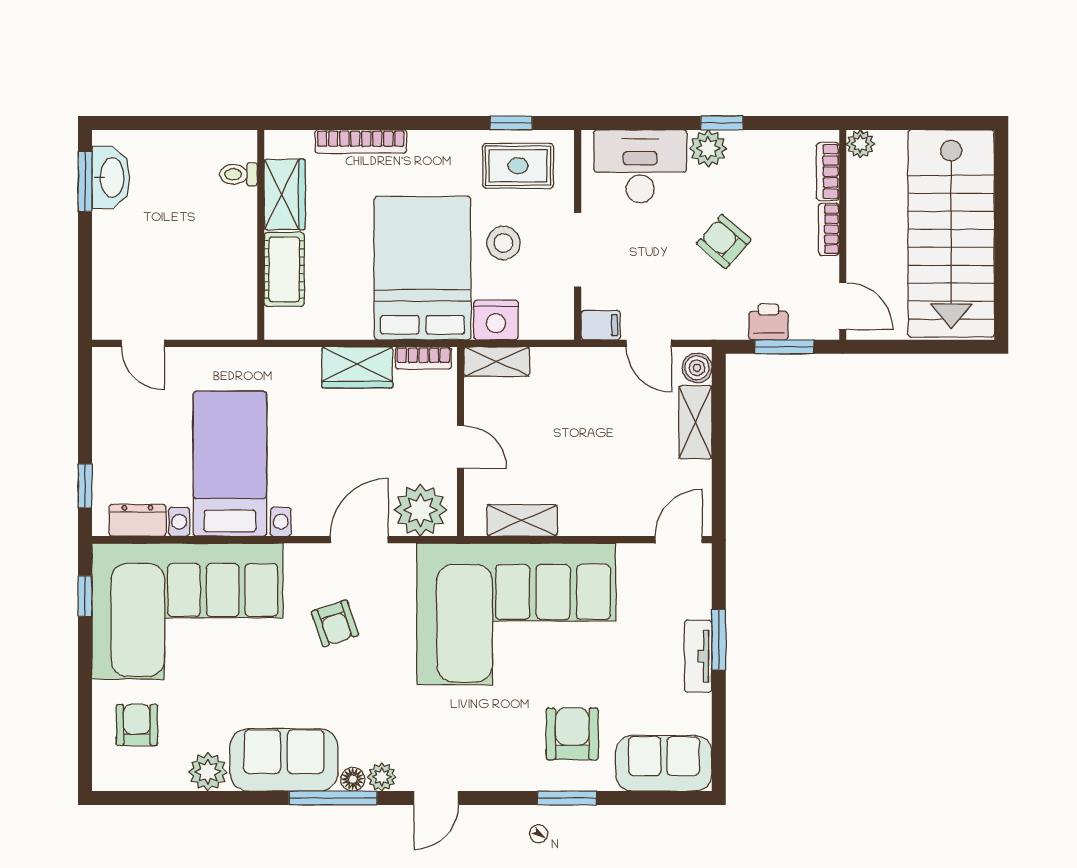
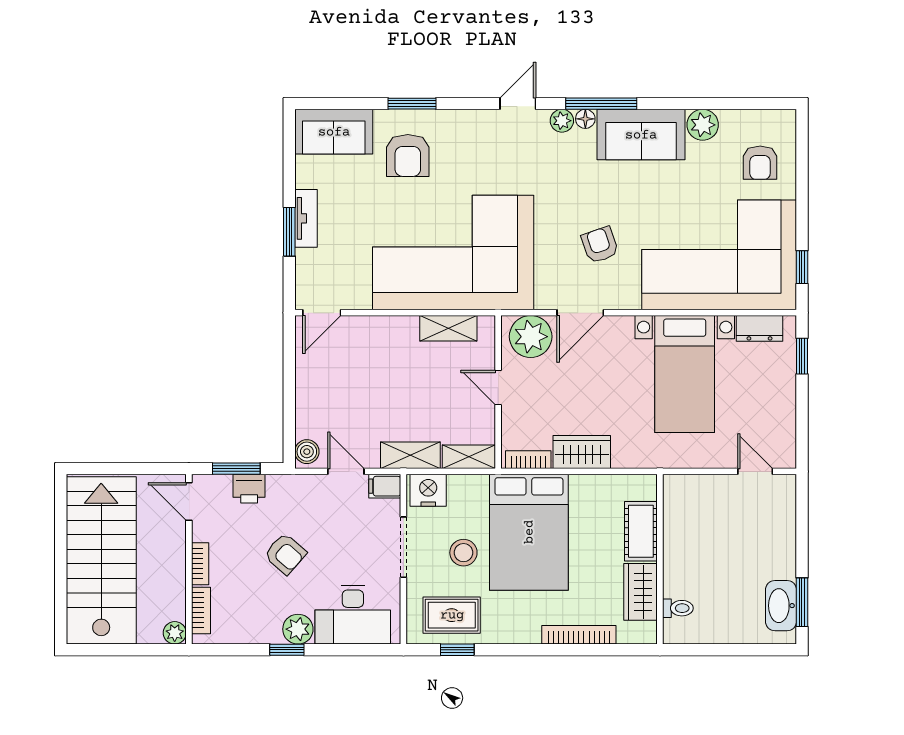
nightstand: (496, 320) -> (428, 490), moved
shelving: (695, 422) -> (410, 455), moved, turned 90

